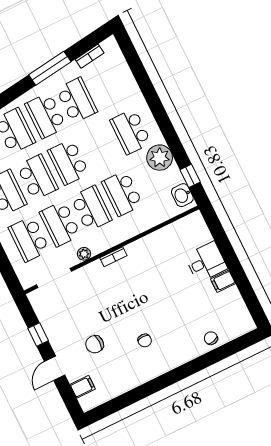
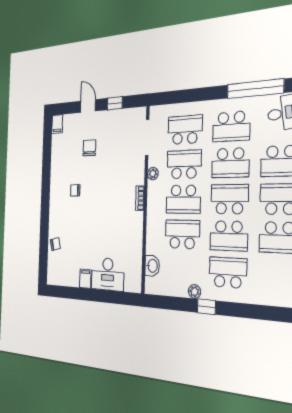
school desk: (100, 147) -> (229, 236), added
plant: (160, 158) -> (195, 292), width x0.53, depth x0.53
window: (190, 176) -> (206, 307), moved
washbasin: (182, 195) -> (152, 266), moved, turned 90
desk: (206, 262) -> (108, 274), width x1.37
filing cabinet: (83, 387) -> (57, 124), moved

